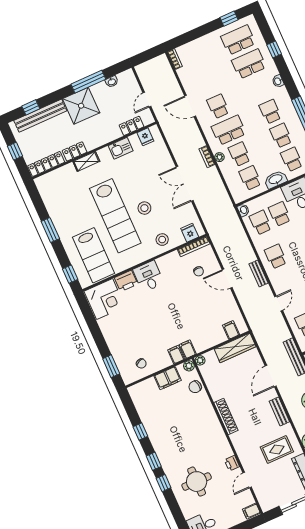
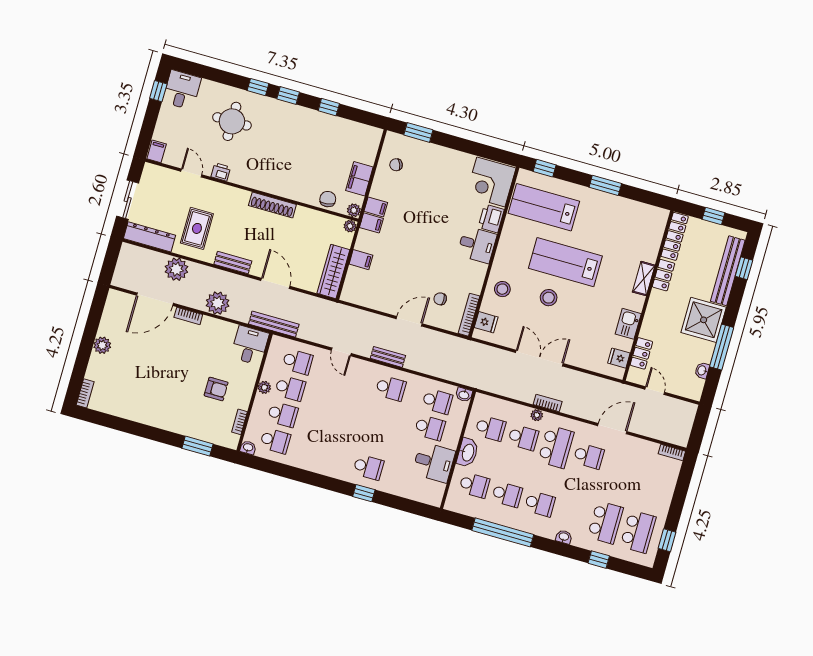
lab bench: (115, 216) -> (565, 262), width x0.73
filing cabinet: (231, 330) -> (361, 260), moved

